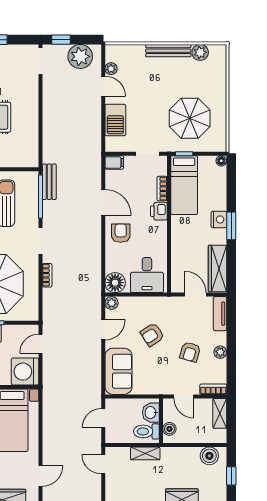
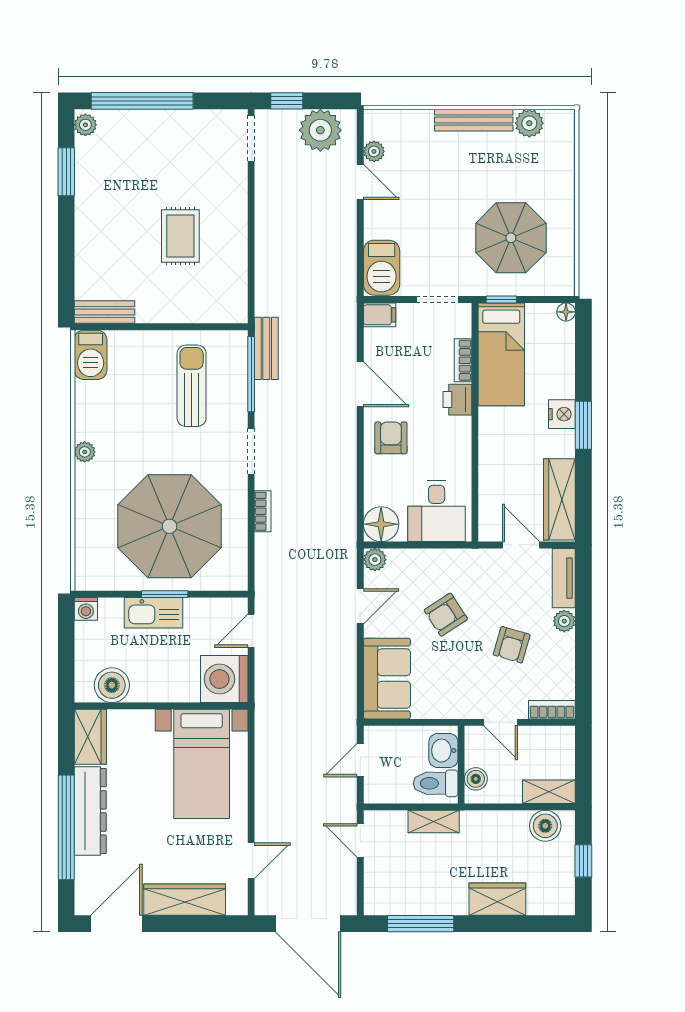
barbecue: (115, 120) -> (382, 268), moved
plant: (220, 352) -> (564, 621), moved
shelving: (220, 413) -> (549, 792), moved, turned 90

